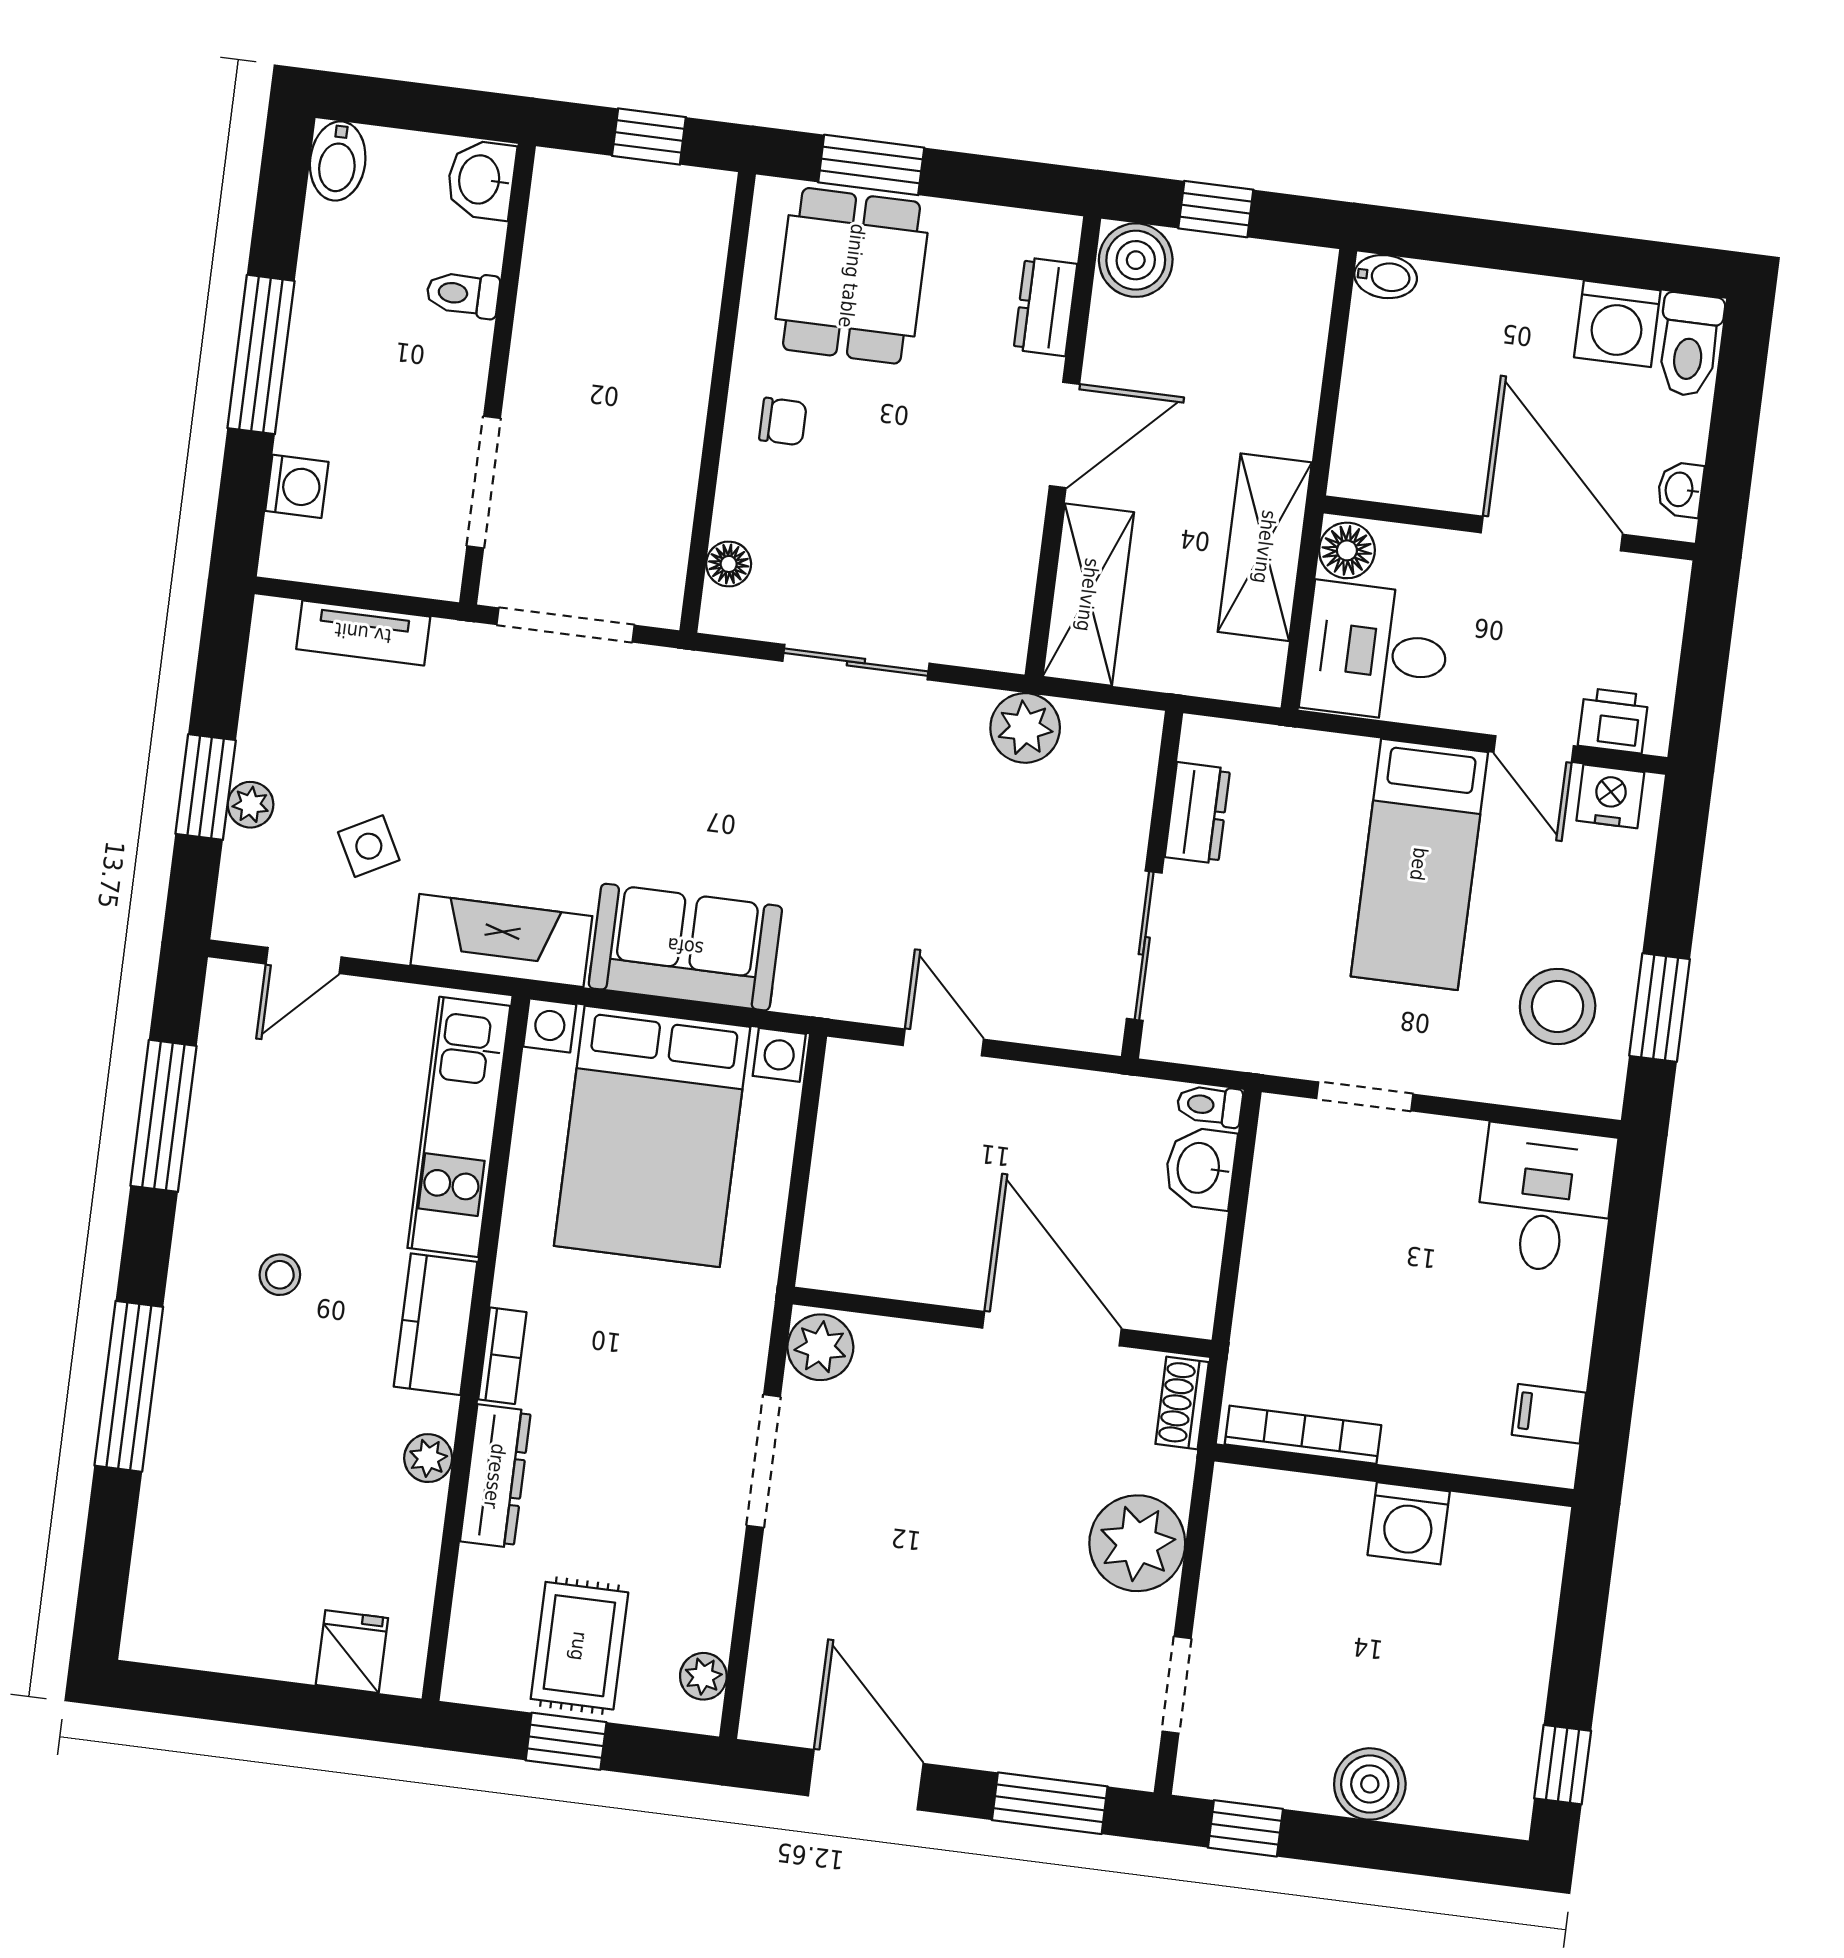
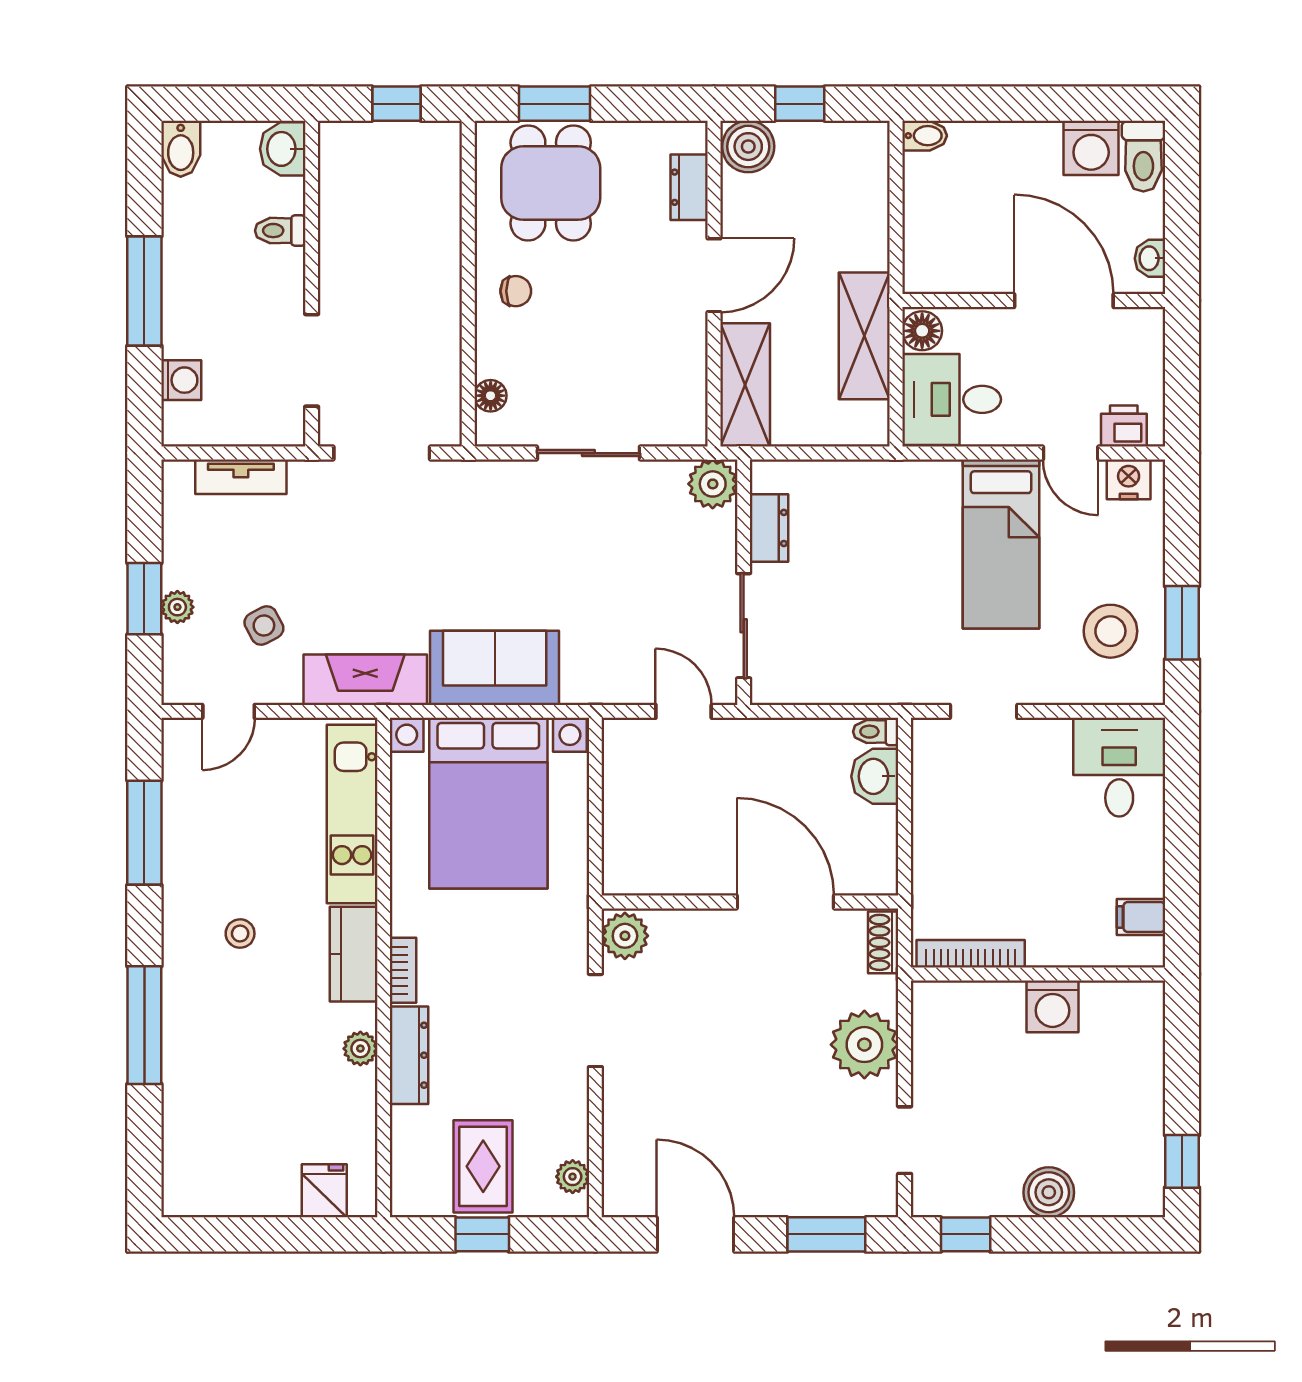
dresser: (1197, 813) -> (769, 528), moved
wall: (1152, 885) -> (744, 582), moved
sliding door: (1144, 946) -> (744, 626), moved

